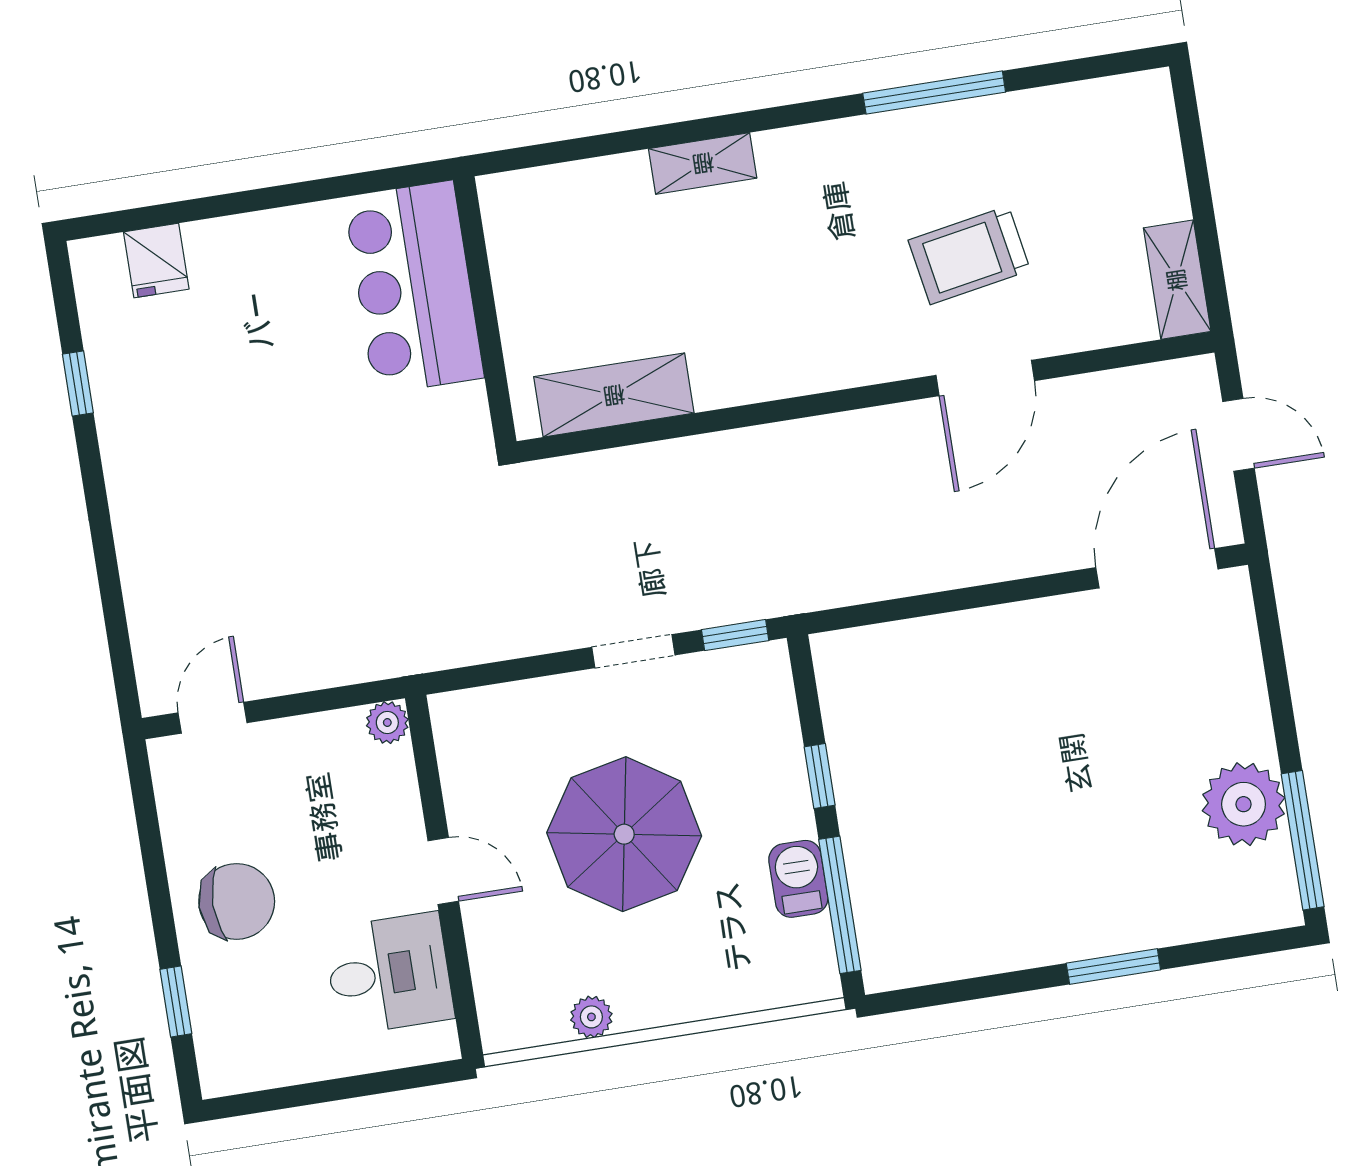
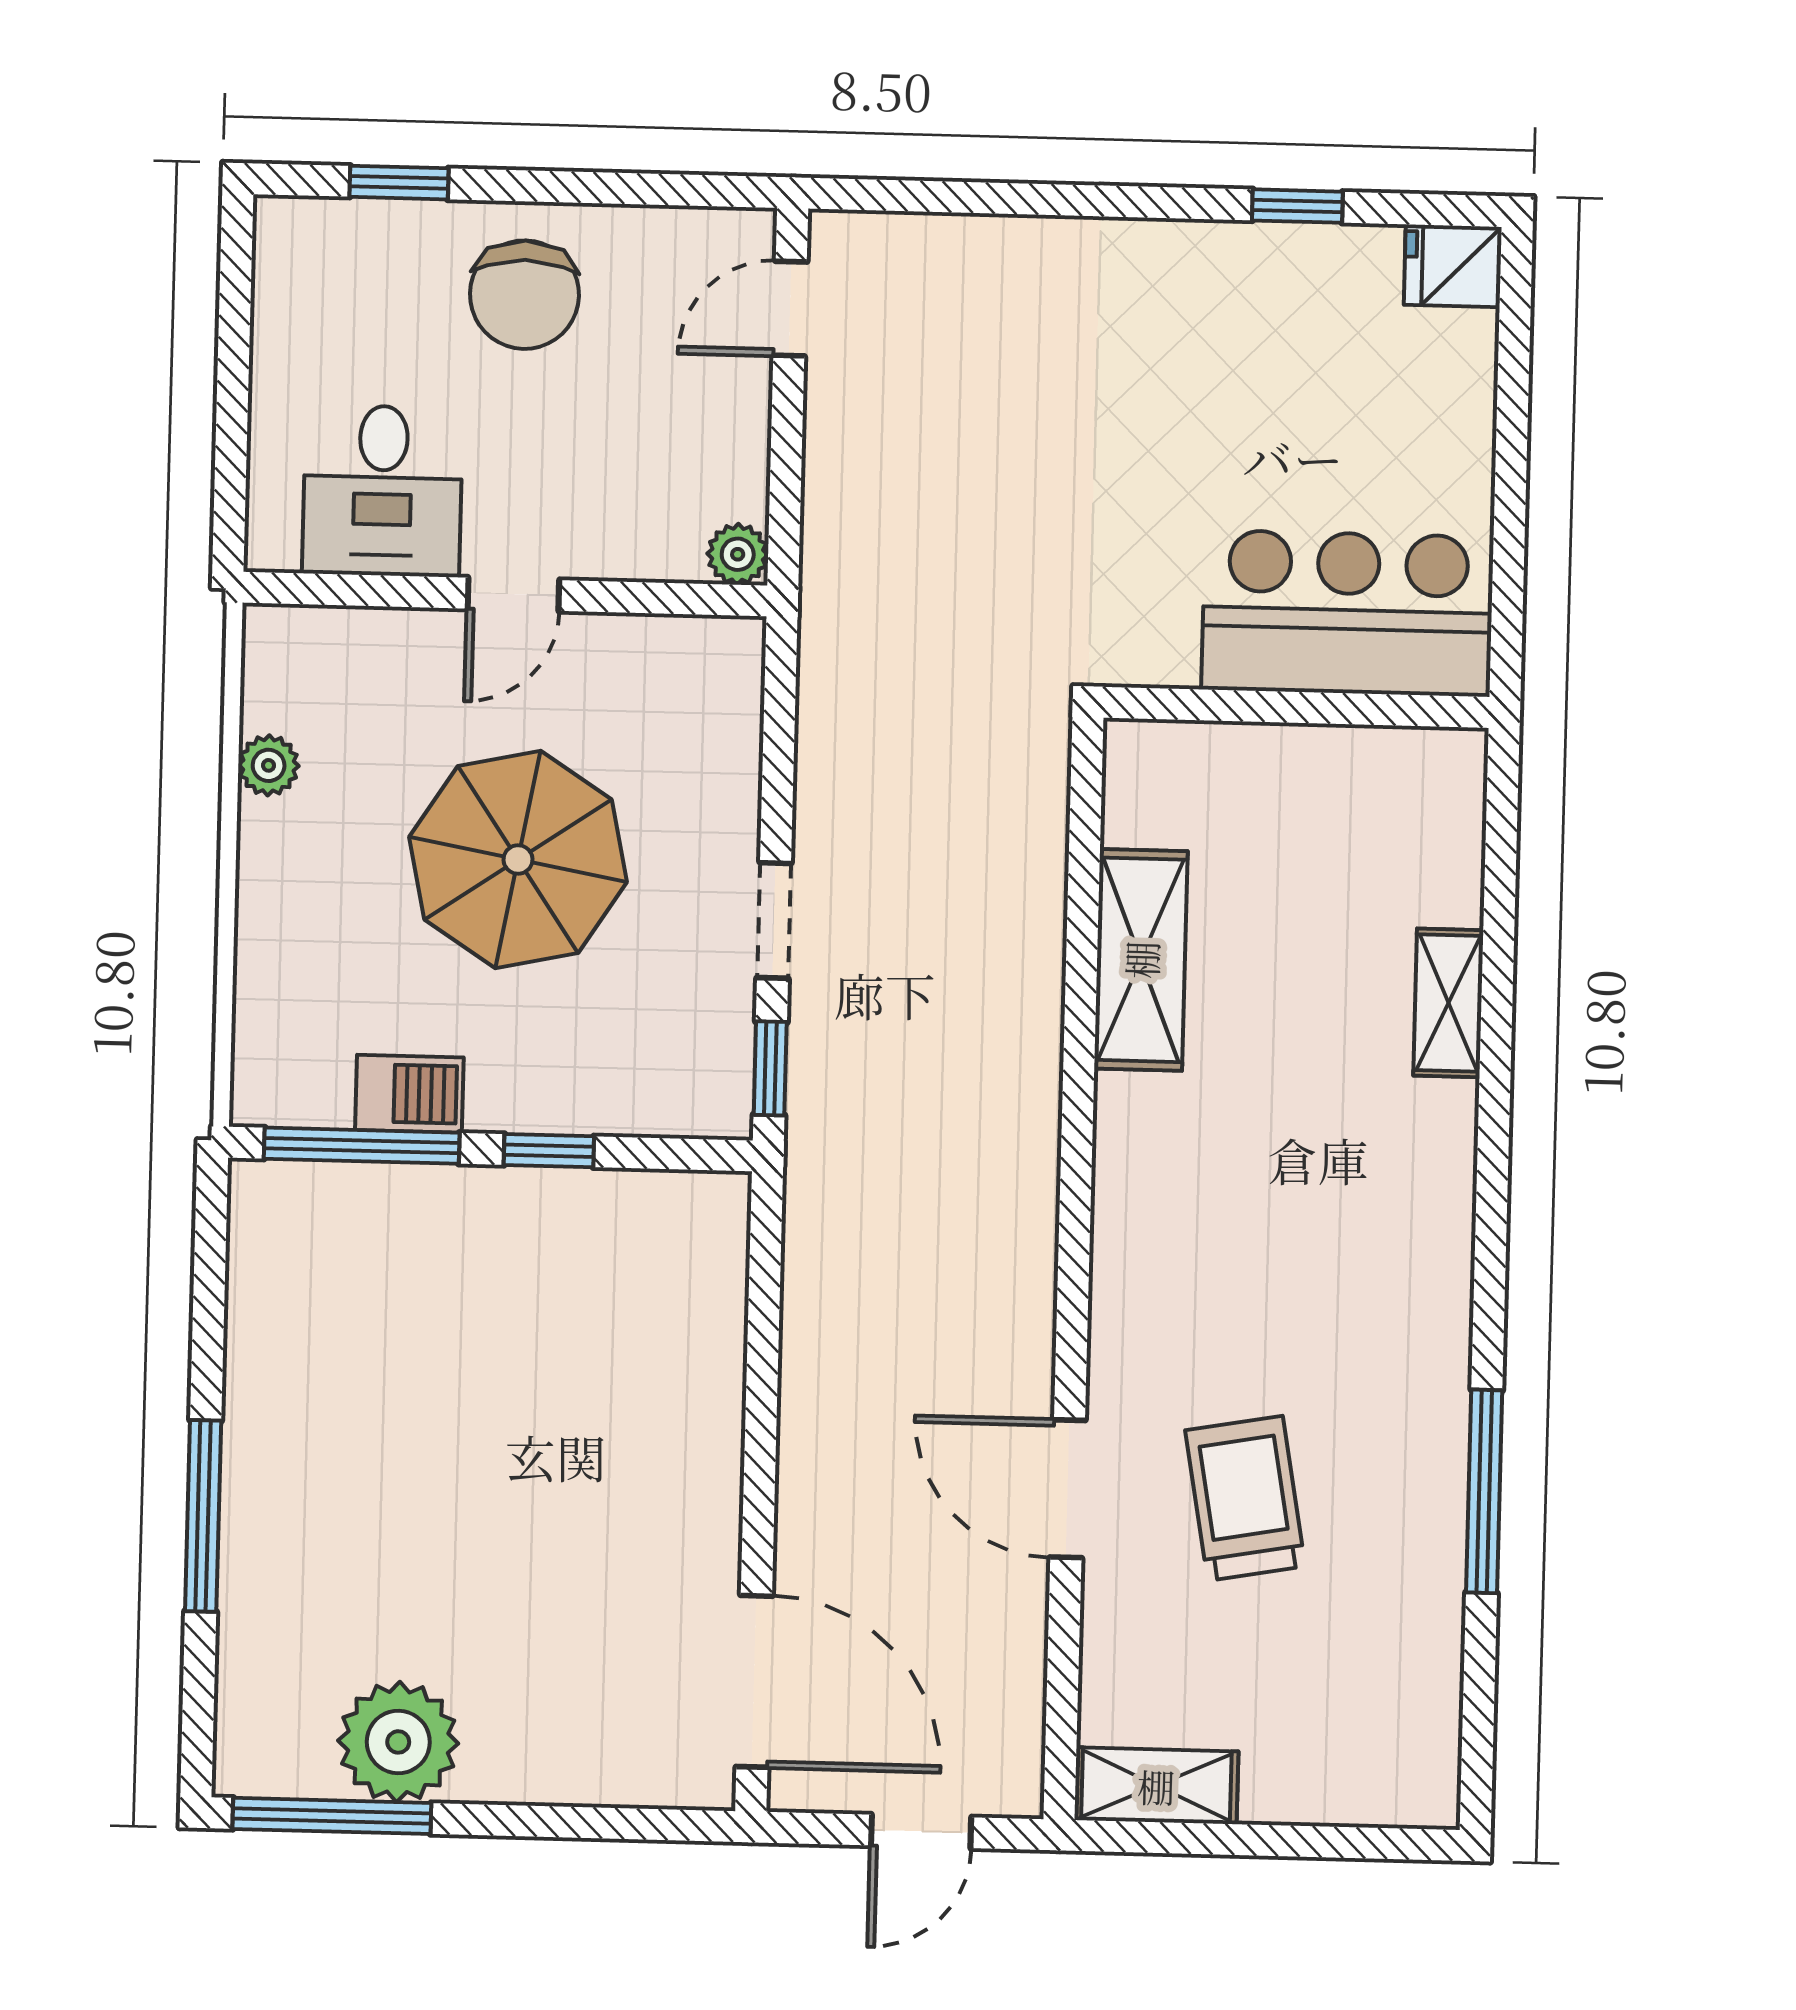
shelving: (703, 163) -> (1448, 1003), moved
fridge: (156, 260) -> (1453, 266), moved
bar counter: (414, 287) -> (1347, 613), moved
wall: (485, 310) -> (1296, 707), moved
door: (213, 718) -> (790, 309), swing flipped
window: (1113, 966) -> (203, 1516), width x1.44

